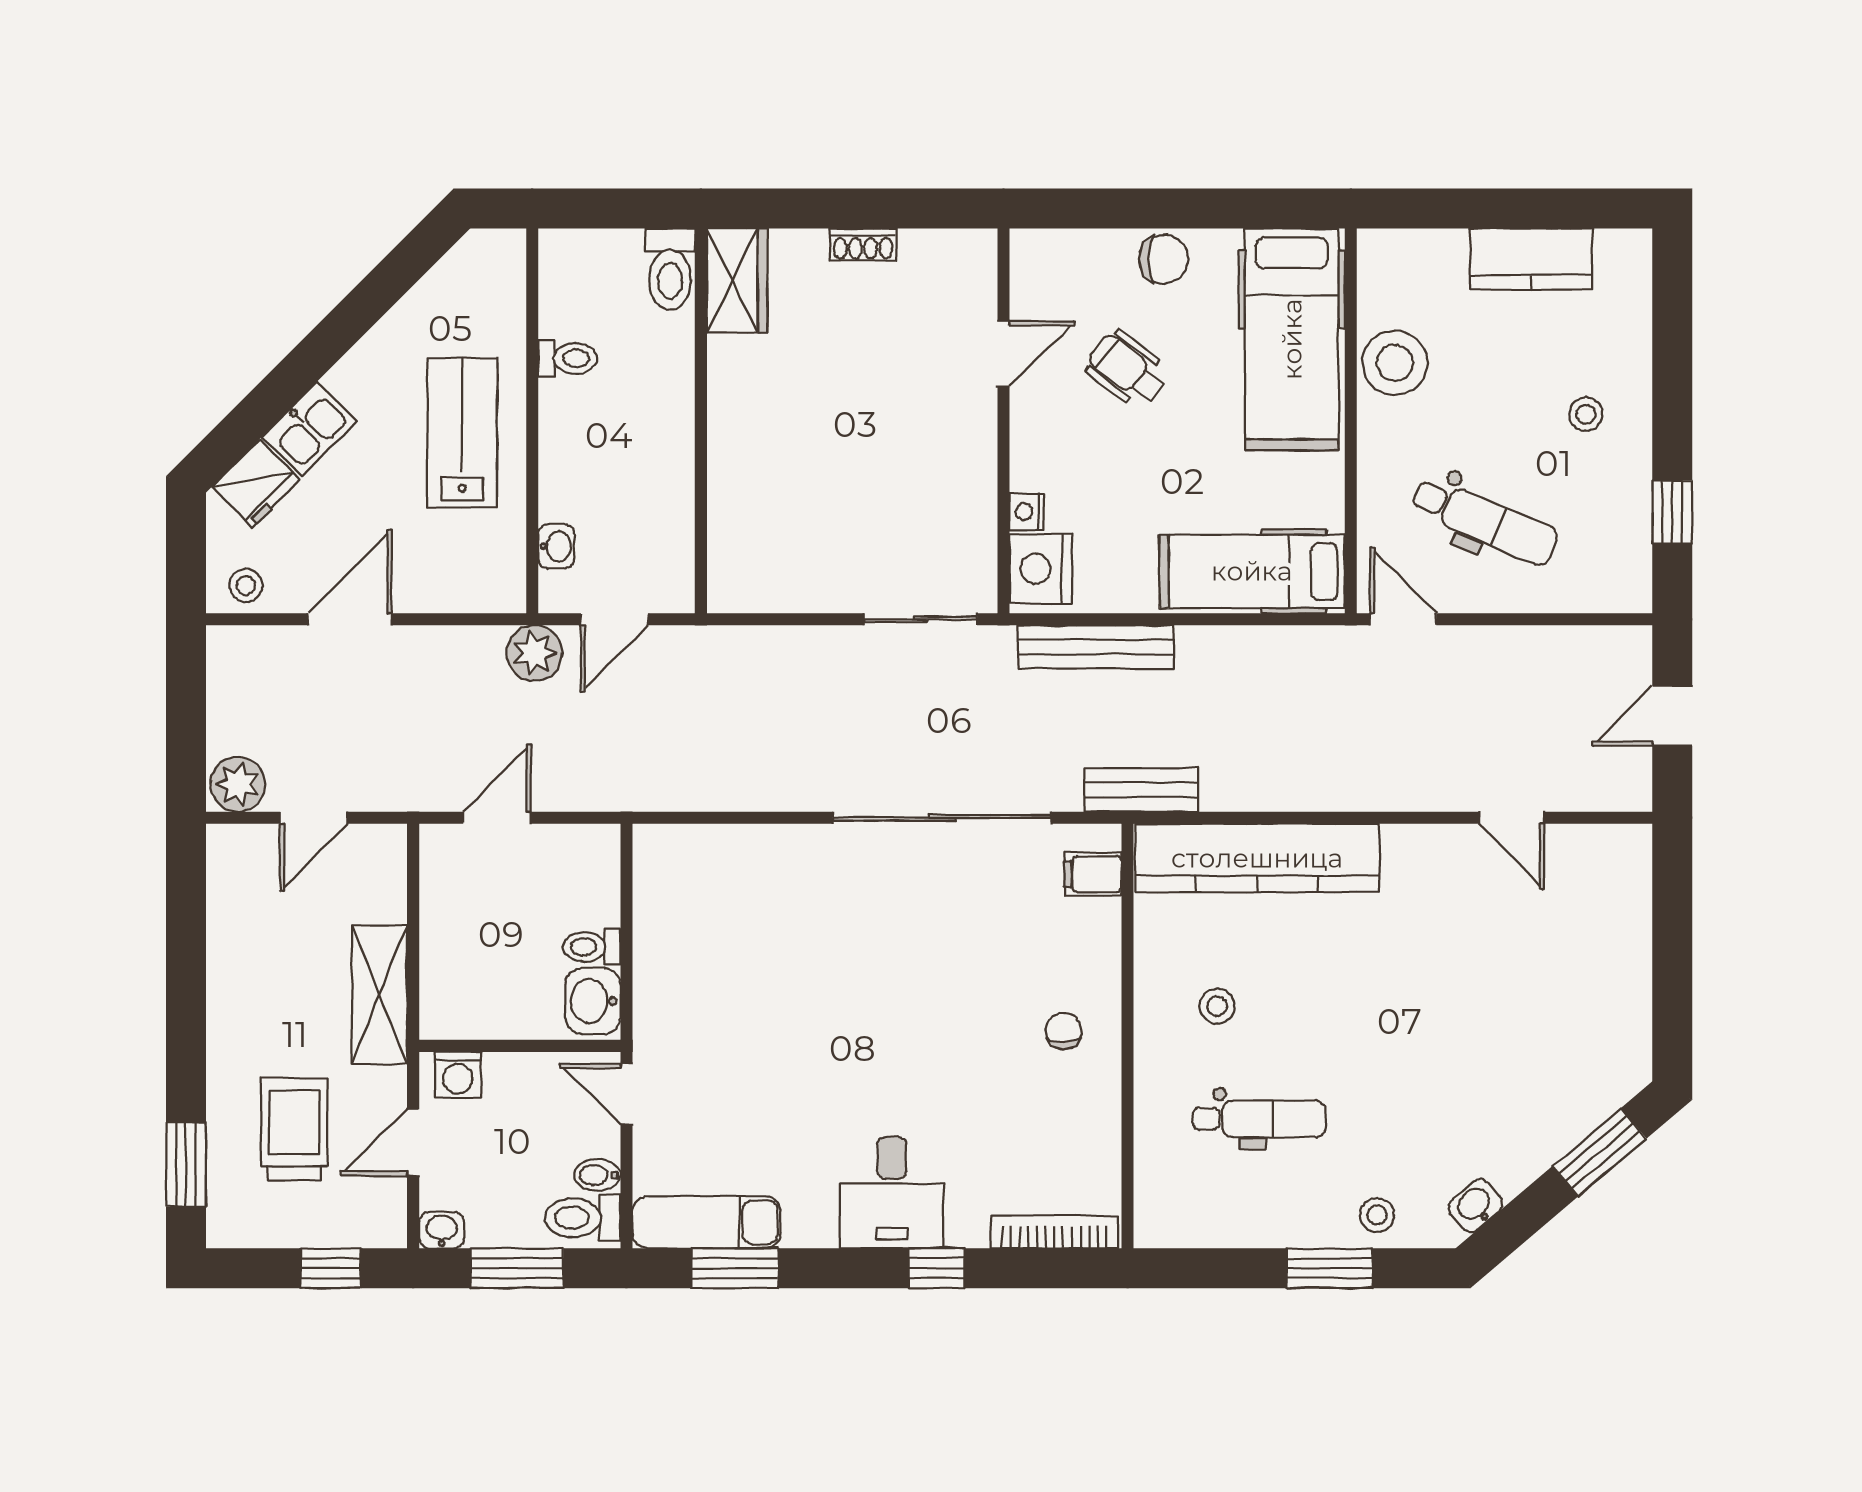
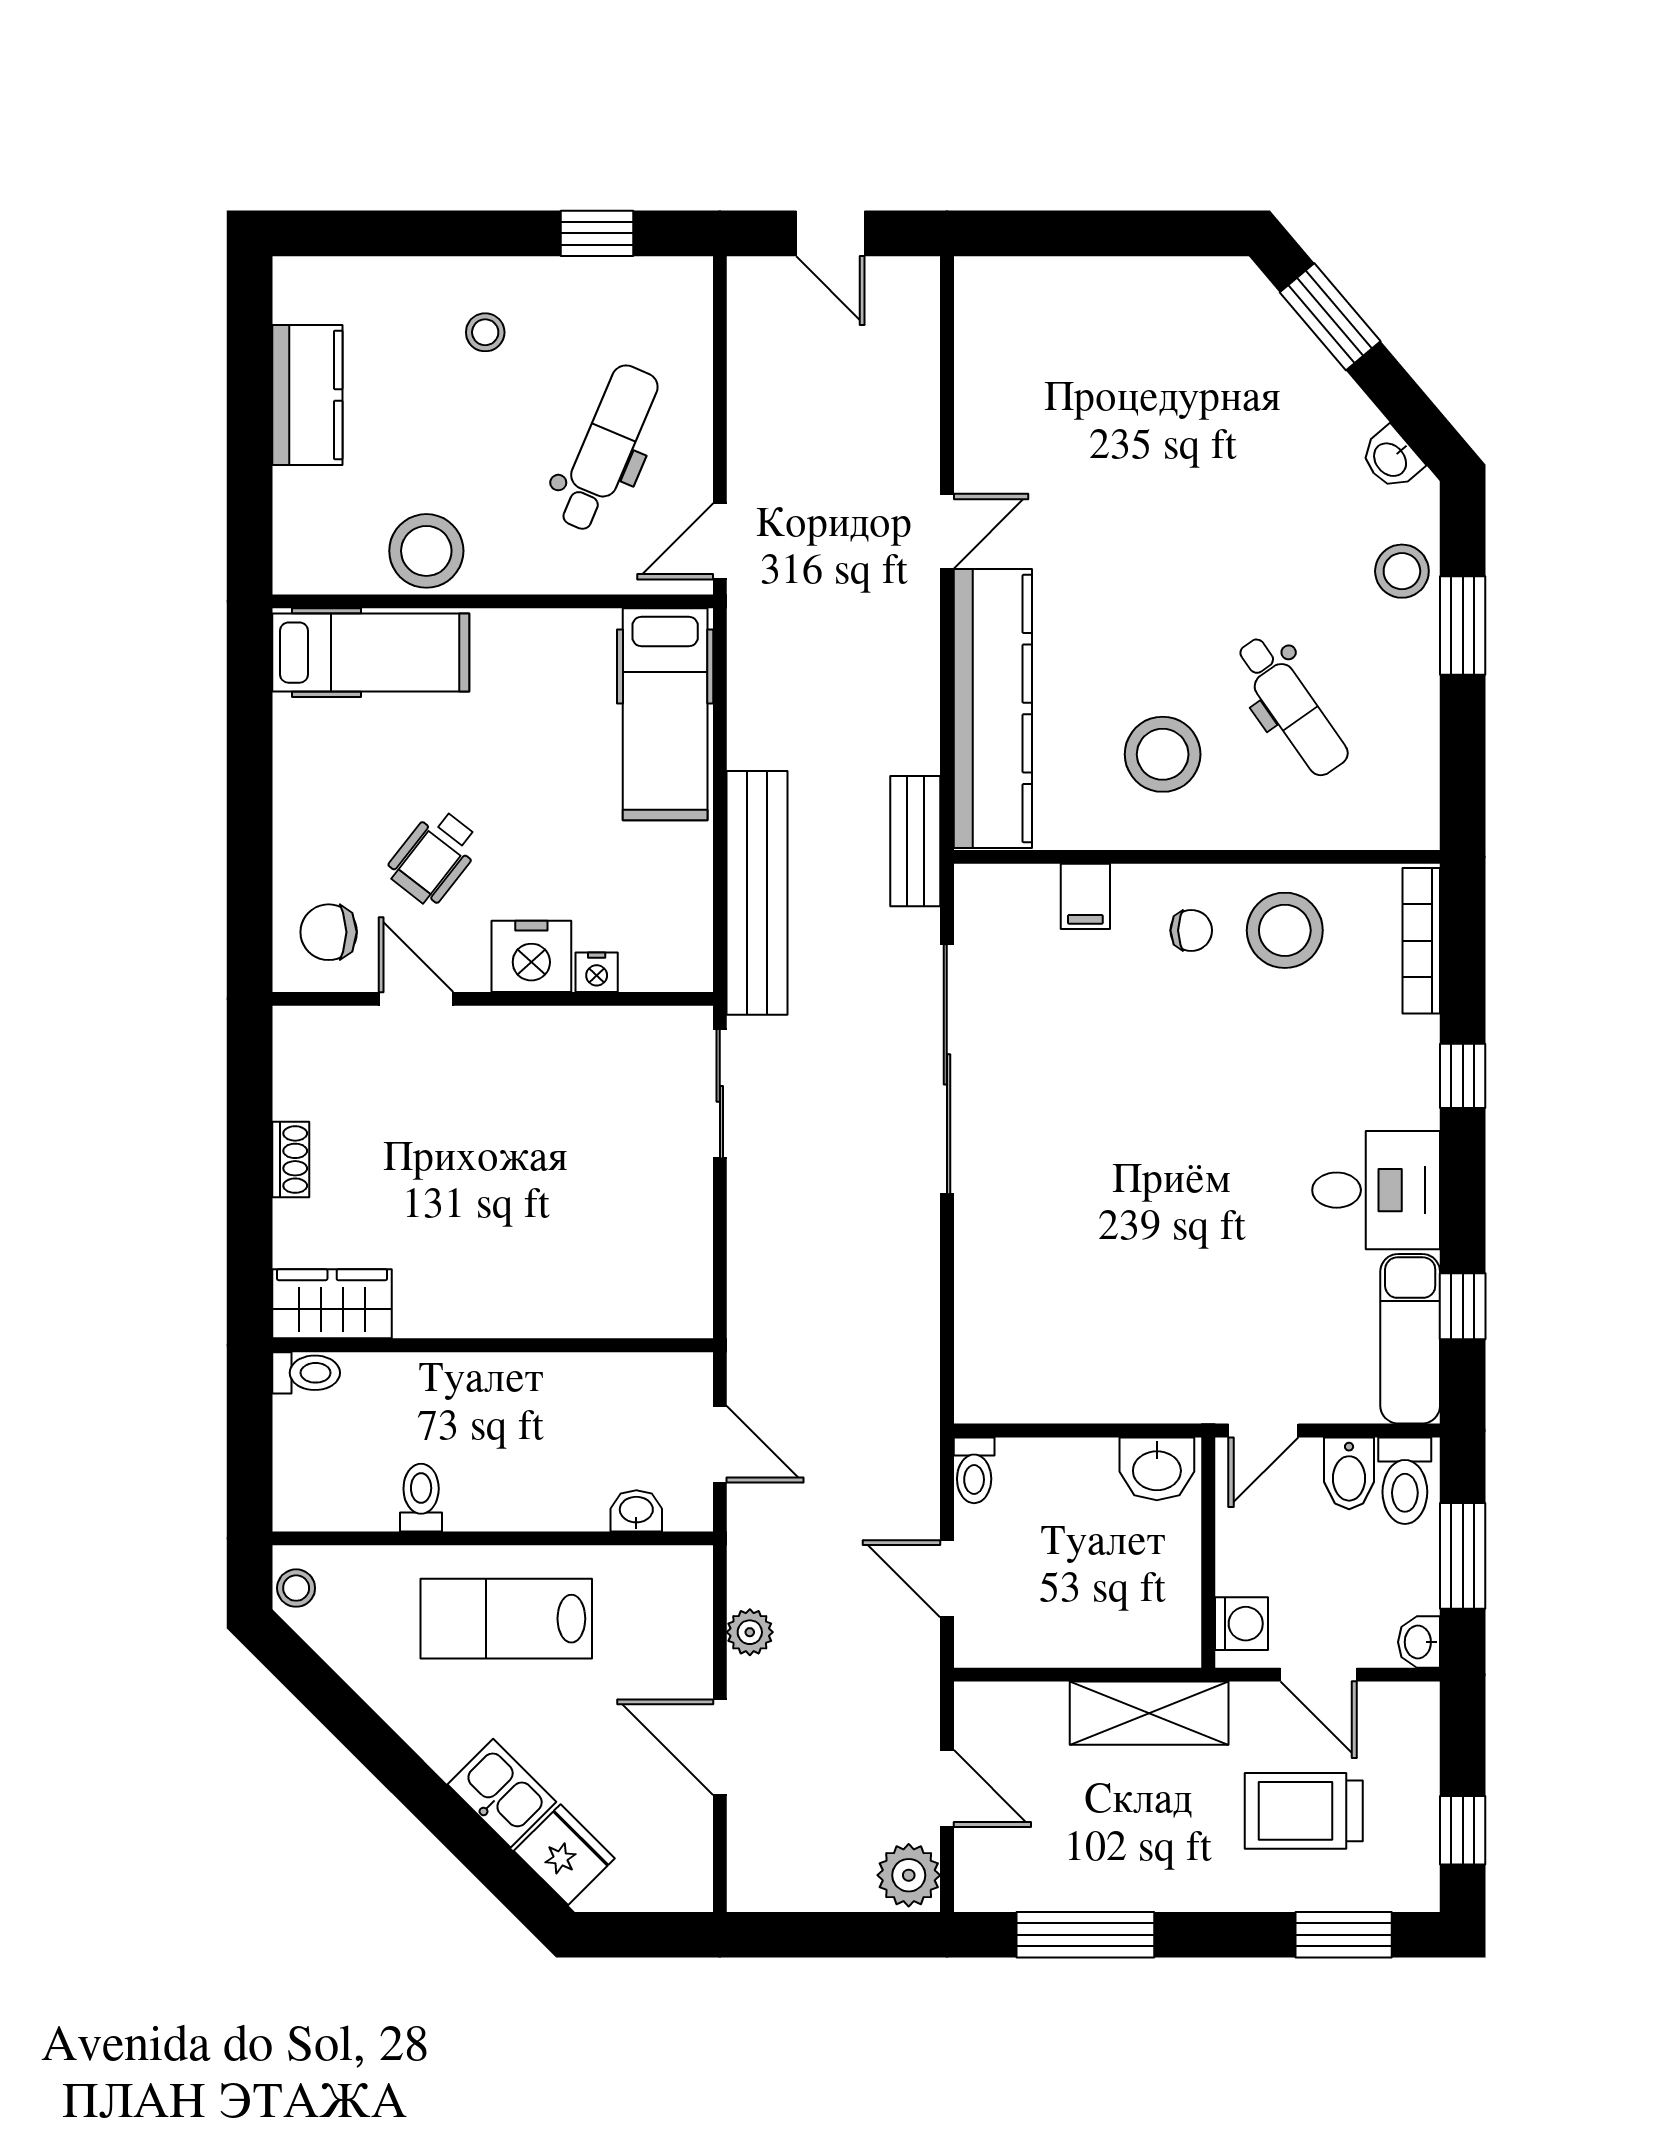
chair: (1164, 259) -> (329, 932), moved, turned -90
toilet: (670, 269) -> (306, 1373), width x0.73, depth x0.72
hospital bed: (1292, 339) -> (371, 653), width x0.73, depth x0.78
nightstand: (1041, 569) -> (531, 956), moved
stool: (246, 585) -> (296, 1588), moved
bench: (1096, 647) -> (757, 893), width x1.37, depth x1.21
plant: (534, 653) -> (750, 1632), moved, width x0.73, depth x0.73
door: (1512, 818) -> (947, 531), moved
filing cabinet: (1093, 874) -> (1085, 896), moved
window: (186, 939) -> (1085, 1935), added
toilet: (592, 947) -> (974, 1470), moved
stool: (1217, 1006) -> (1163, 754), width x1.89, depth x1.89
chair: (1063, 1031) -> (1191, 930), turned 180
stool: (1063, 1113) -> (1285, 930), added
dental chair: (1259, 1119) -> (1292, 706), turned 145
bidet: (597, 1175) -> (1349, 1473), width x1.38, depth x1.36
desk: (892, 1193) -> (1376, 1190), moved
stool: (1377, 1215) -> (1402, 571), width x1.37, depth x1.37
window: (331, 1268) -> (1463, 1830), moved
window: (735, 1268) -> (1463, 1306), width x0.67

